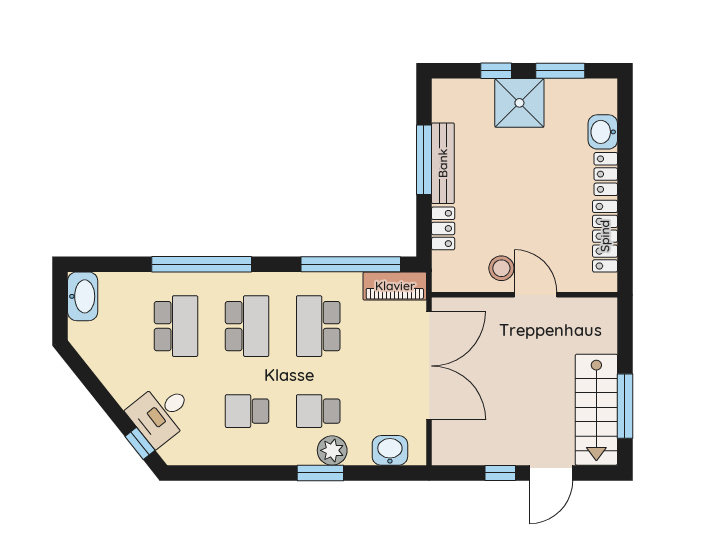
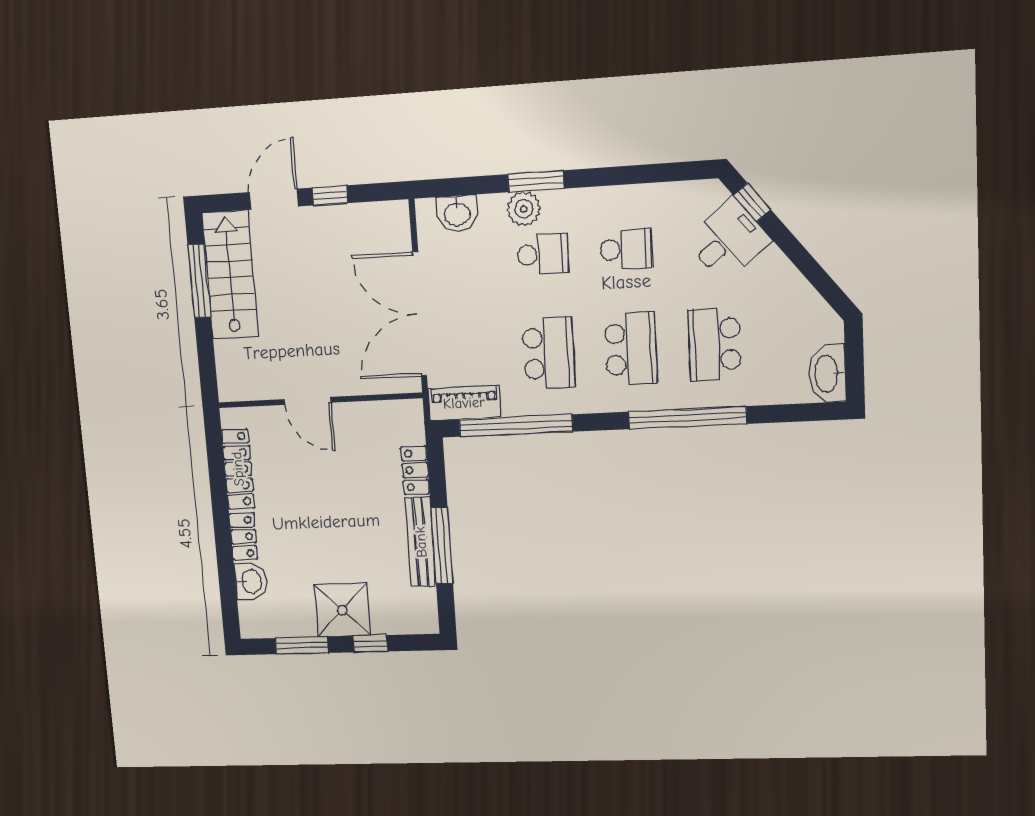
stool: (501, 268) -> (347, 429), removed
school desk: (247, 326) -> (631, 349), turned 180

